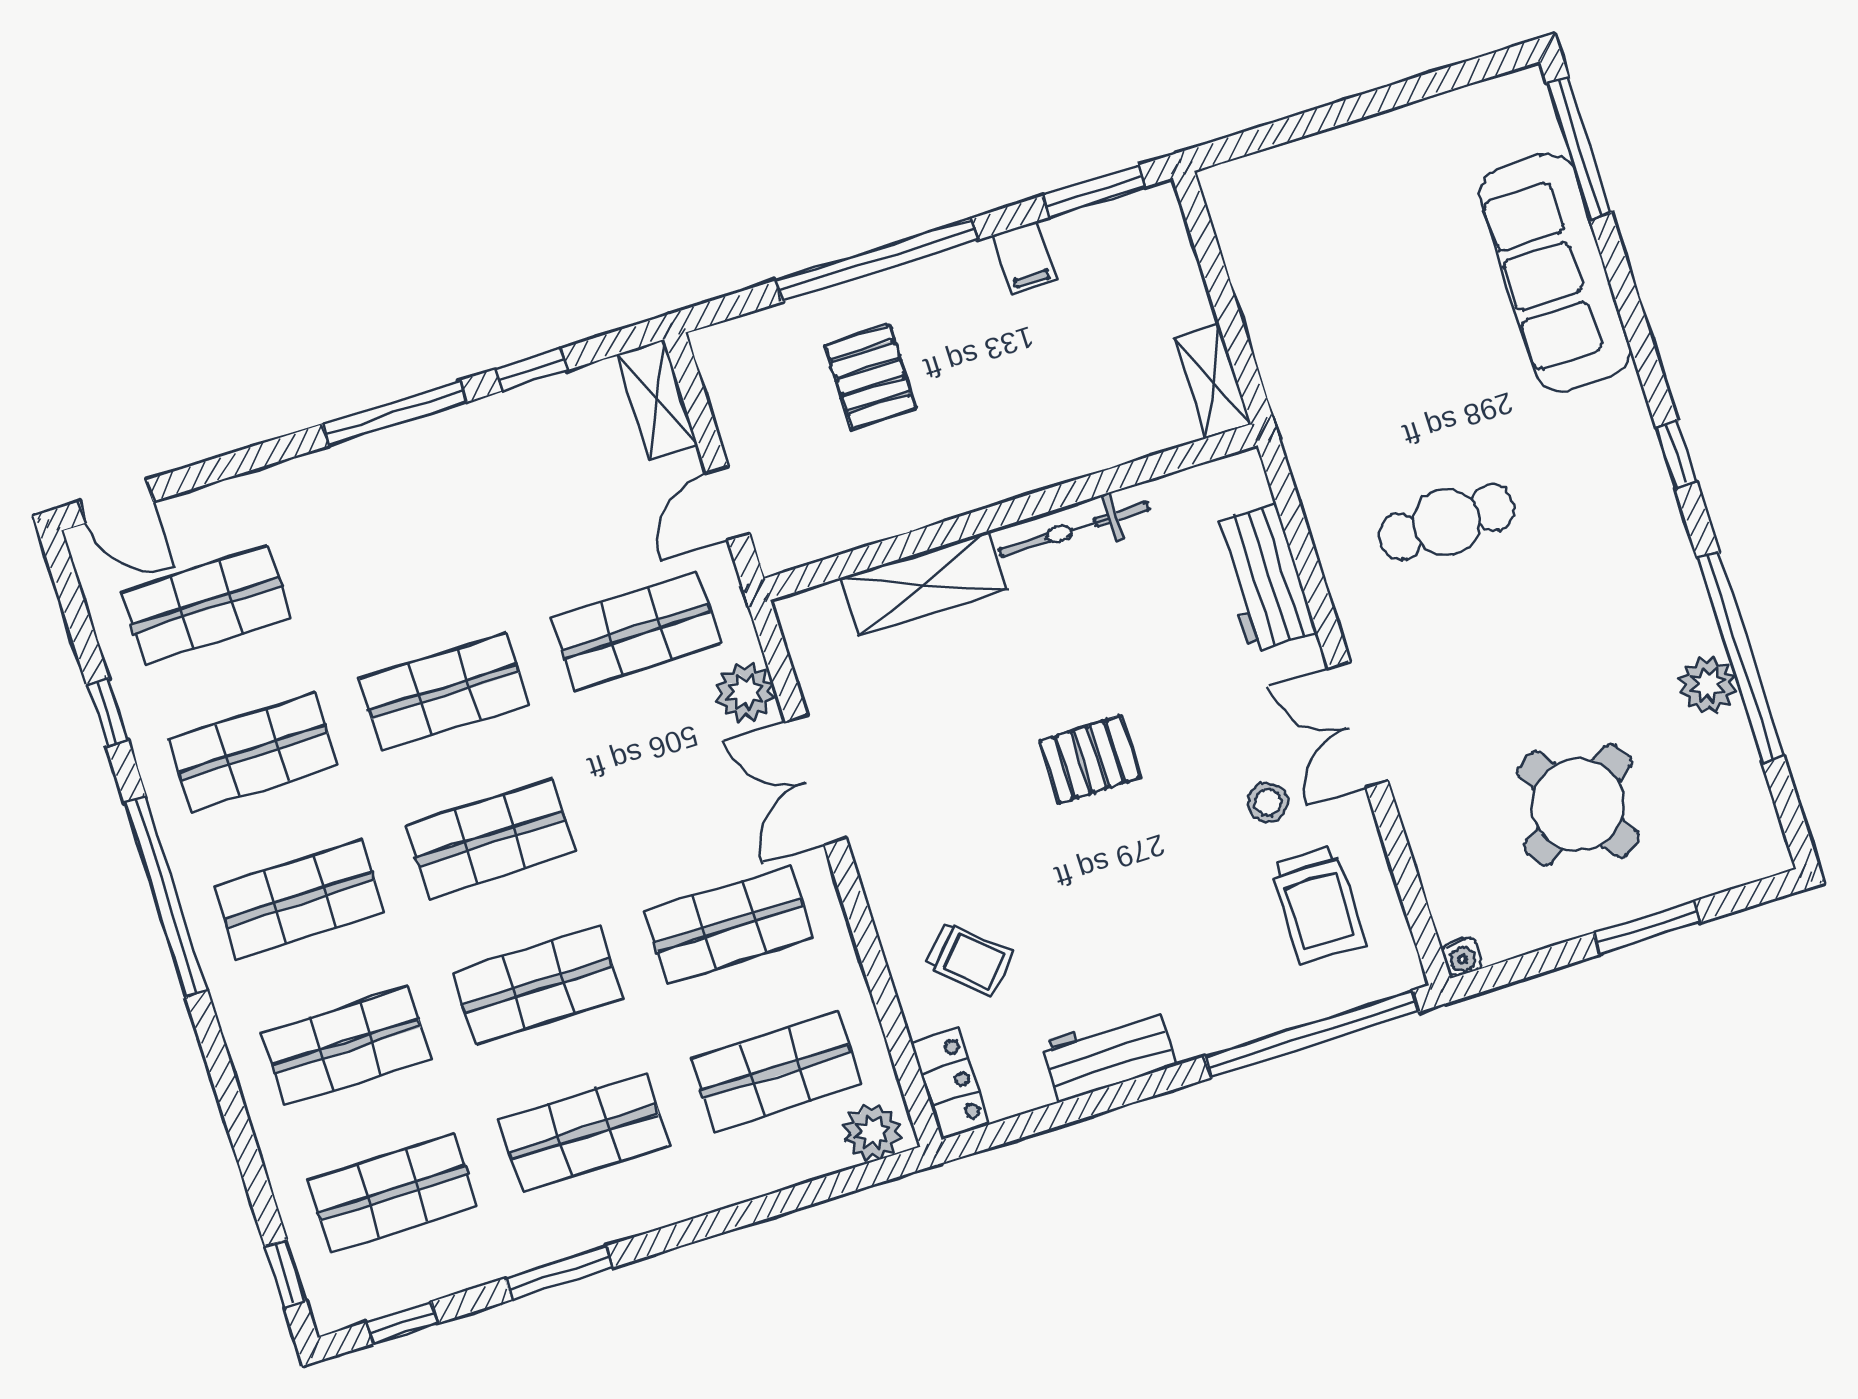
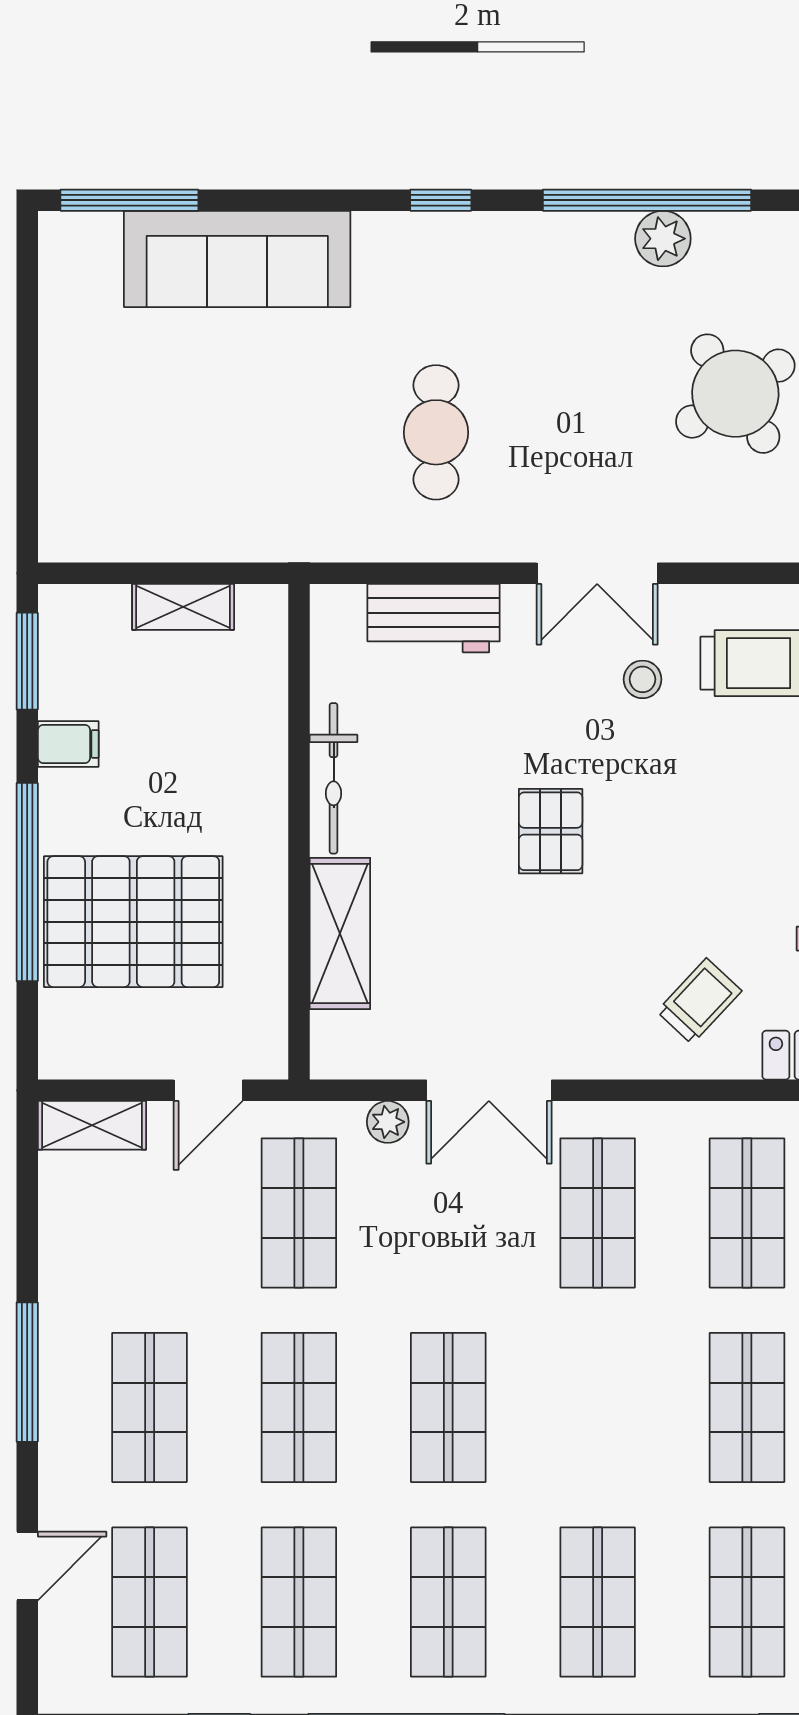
window: (532, 370) -> (27, 1232), removed
pallet: (871, 377) -> (133, 922), width x2.05, depth x2.00
shelving: (1213, 381) -> (183, 607), moved
door: (116, 501) -> (27, 1566), moved
door: (728, 503) -> (208, 1090), hinge flipped
plant: (745, 692) -> (388, 1122), width x0.73, depth x0.73
shop shelf: (537, 985) -> (150, 1407), moved

